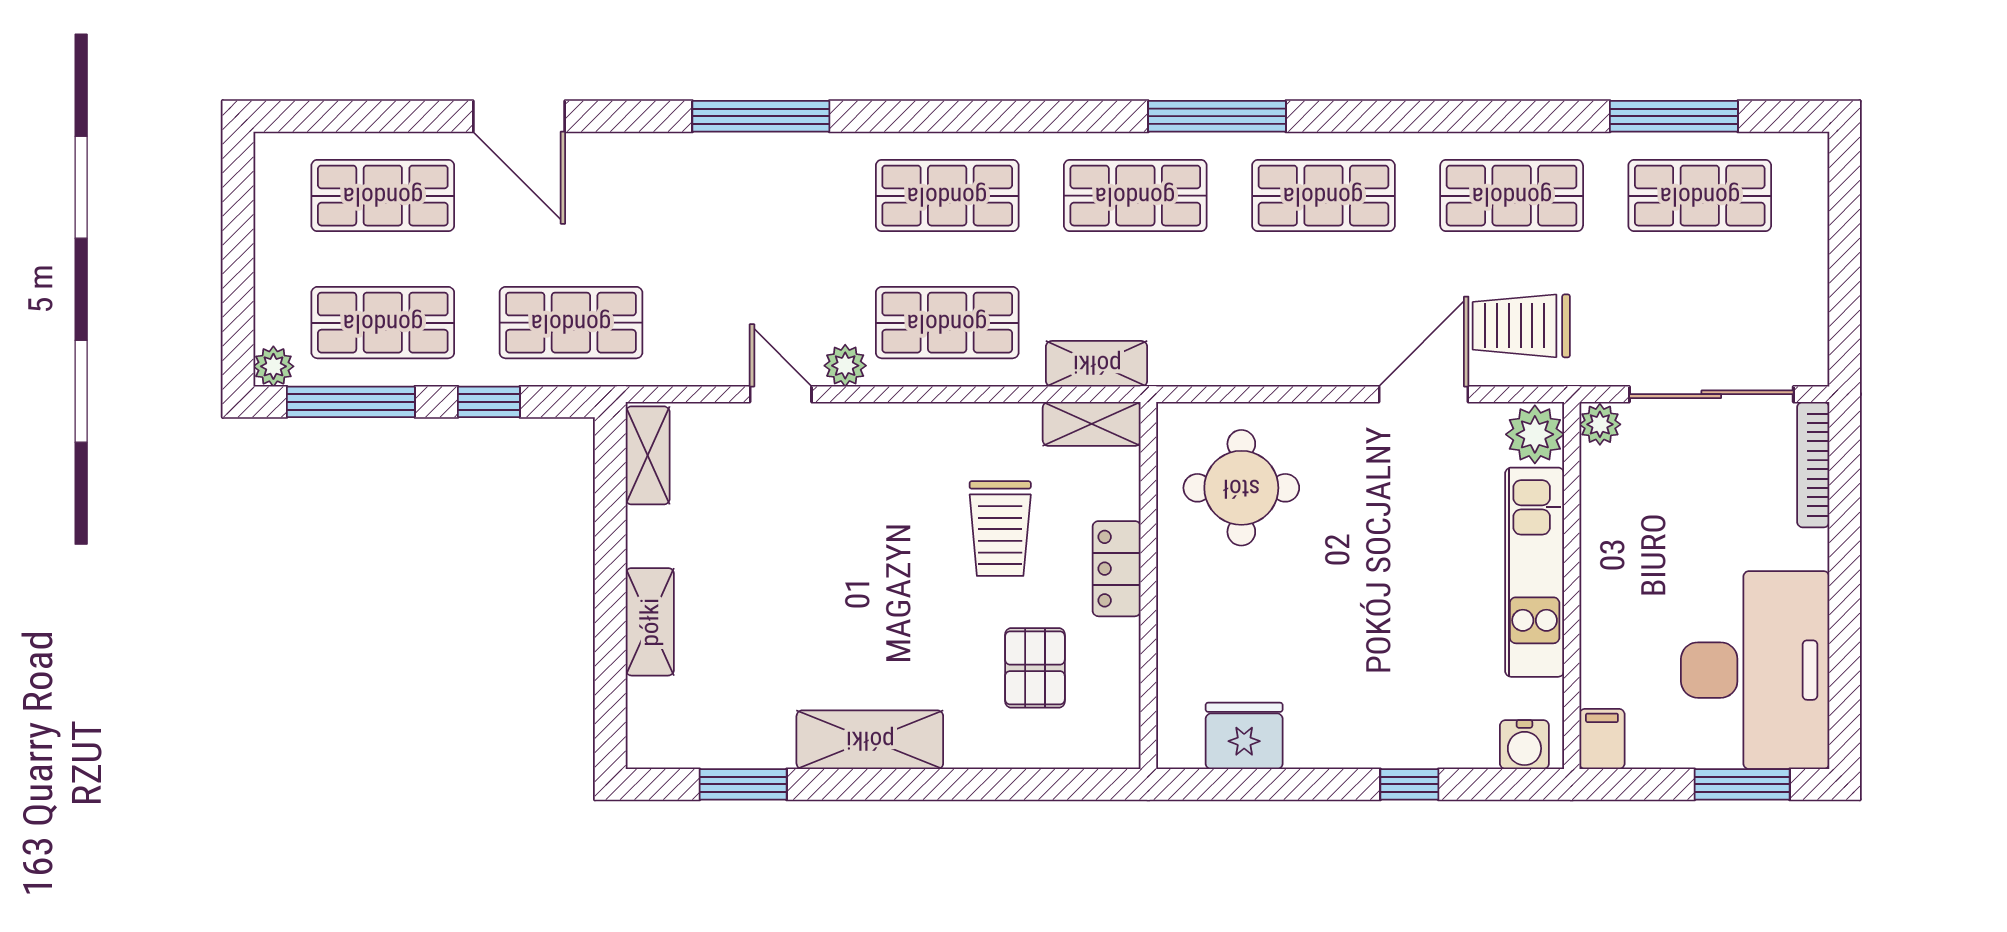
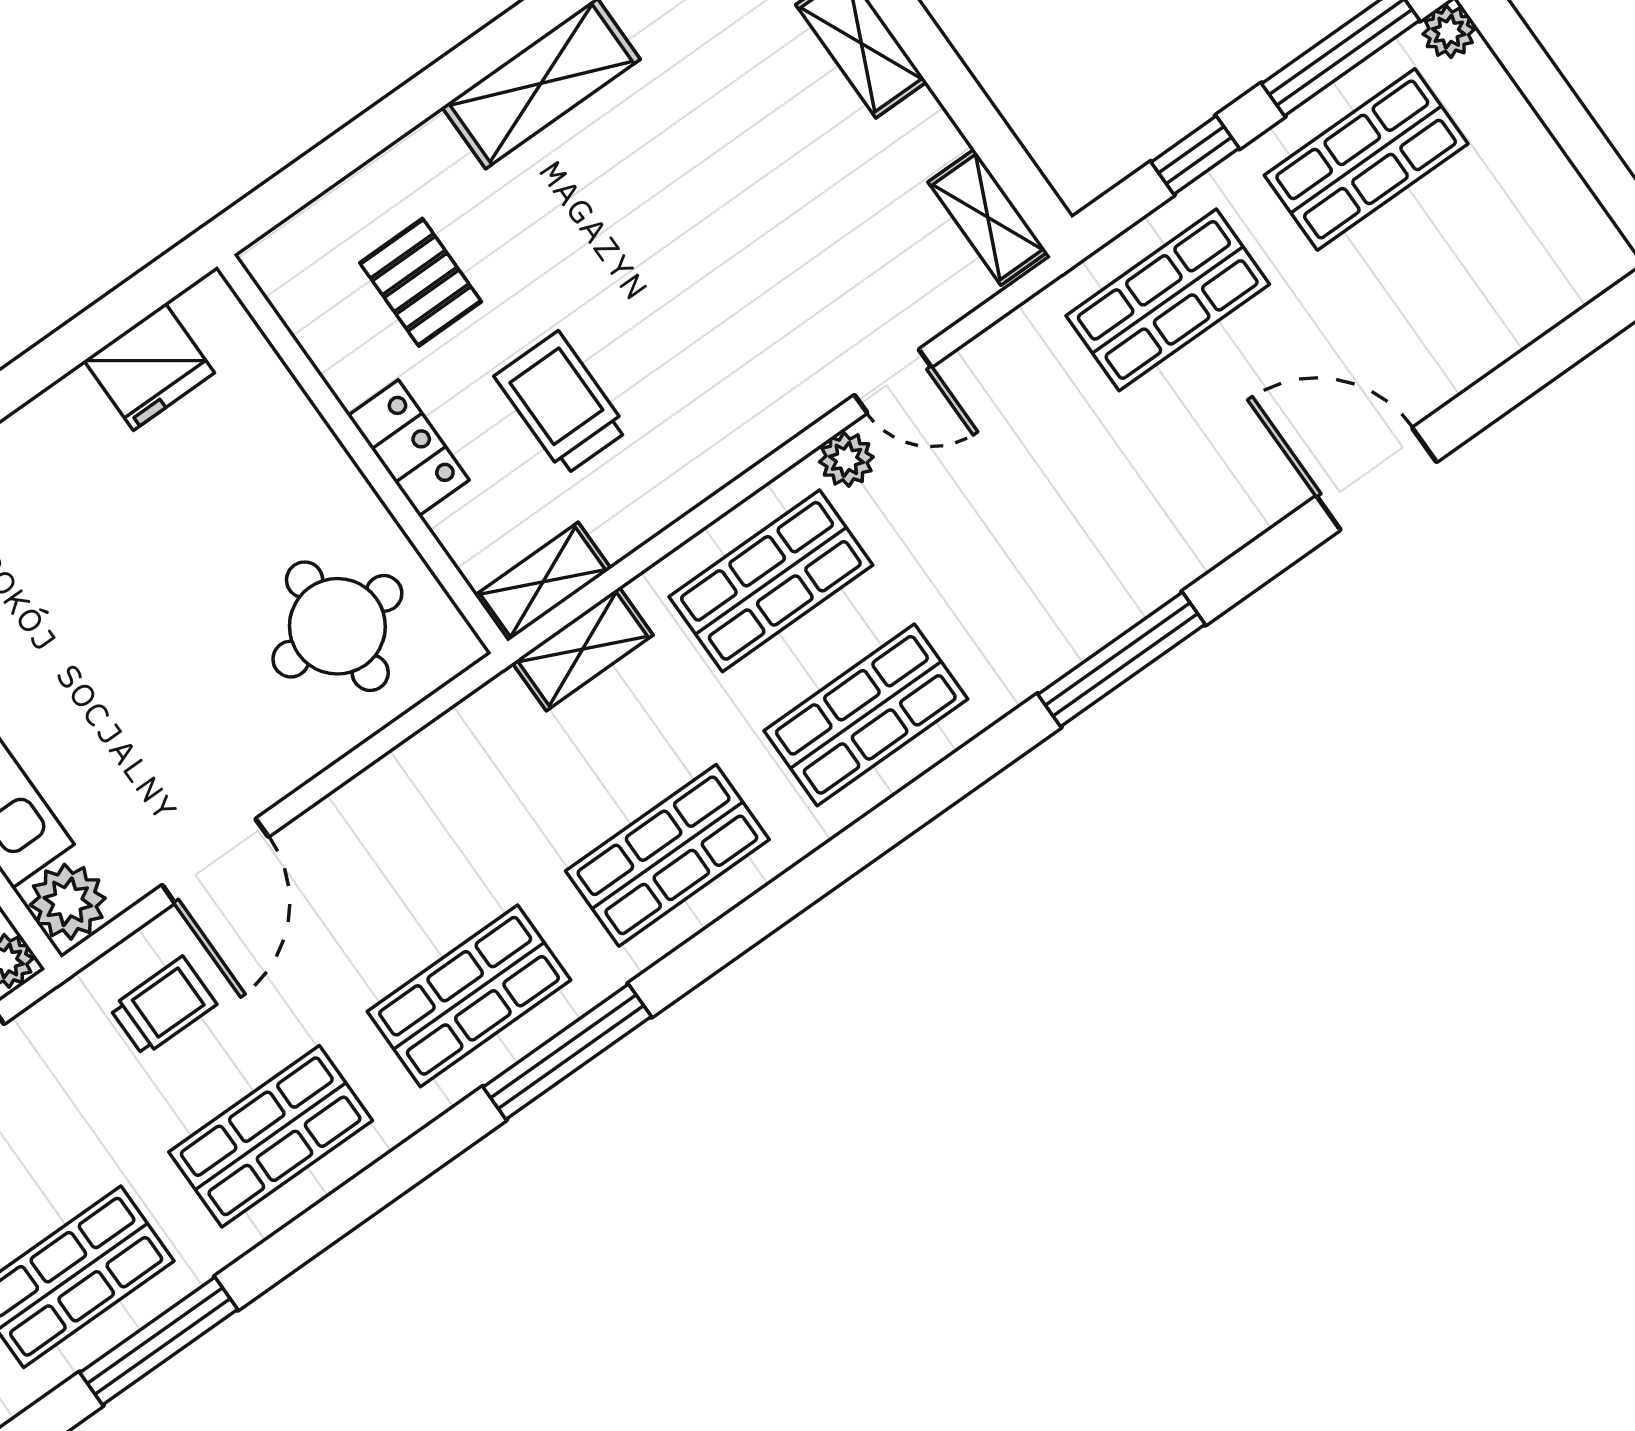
window: (1217, 116) -> (567, 1052), moved
shop shelf: (383, 196) -> (1461, 293), removed
trolley: (1521, 326) -> (163, 1006), width x0.73, depth x0.72

